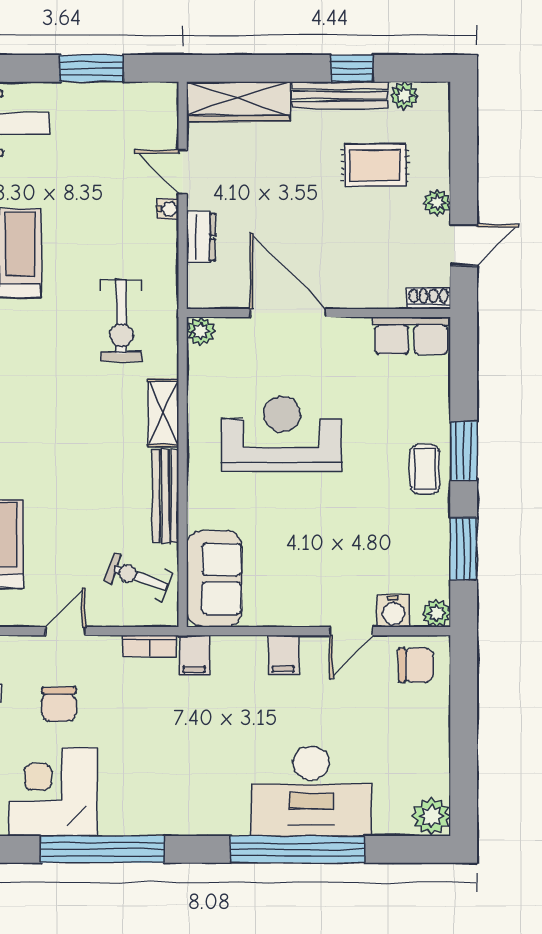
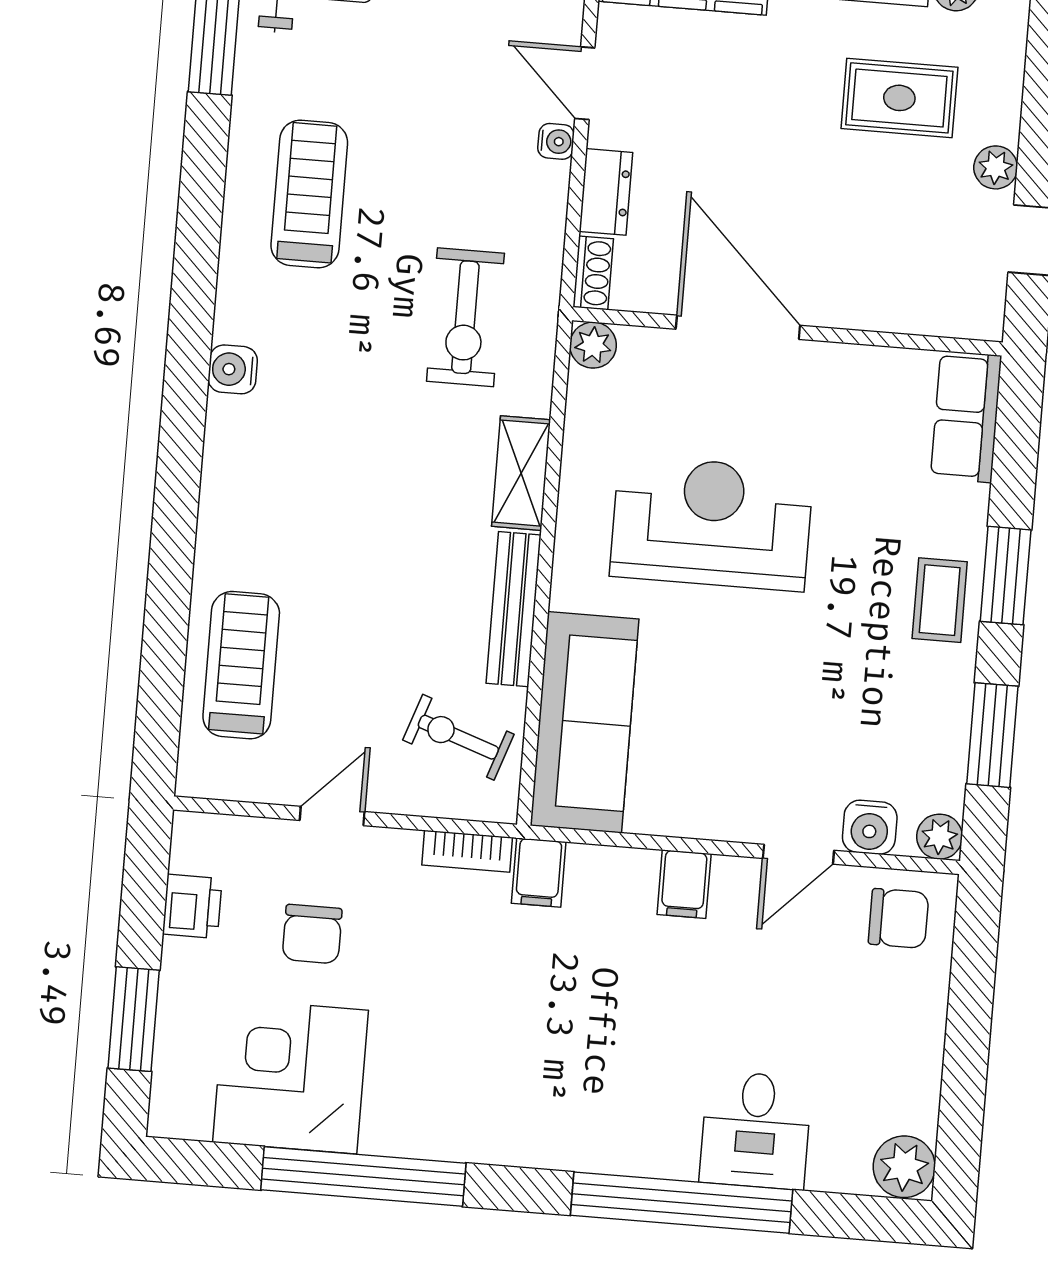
shoe rack: (428, 298) -> (593, 273), moved, turned 90
row of seats: (411, 336) -> (966, 417), moved, turned 90
sofa: (214, 579) -> (585, 722), width x1.36
desk: (311, 791) -> (756, 1130), width x0.53, depth x0.77

